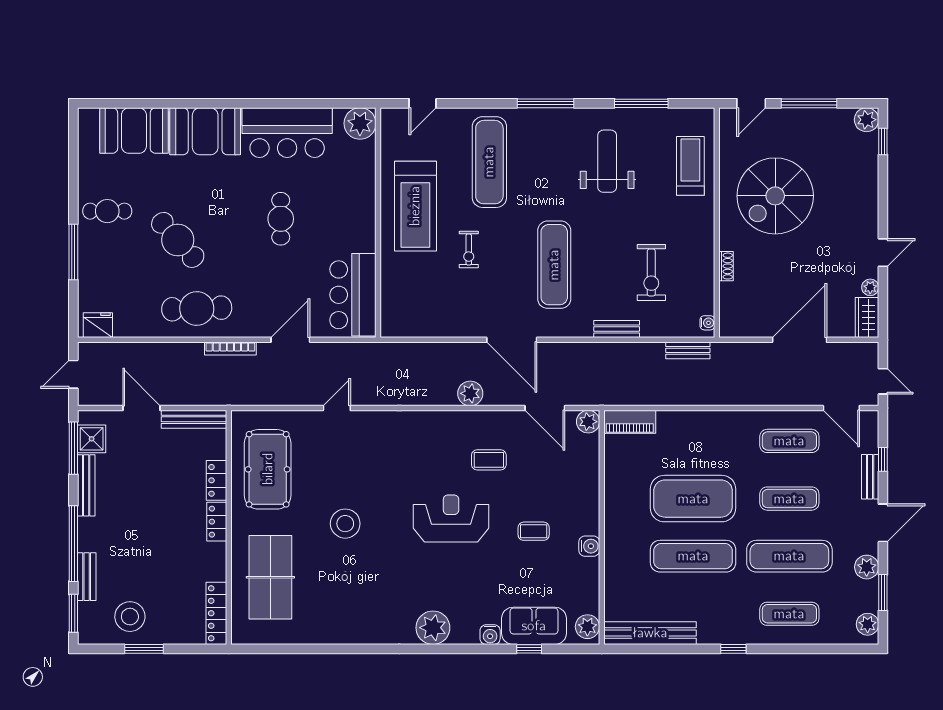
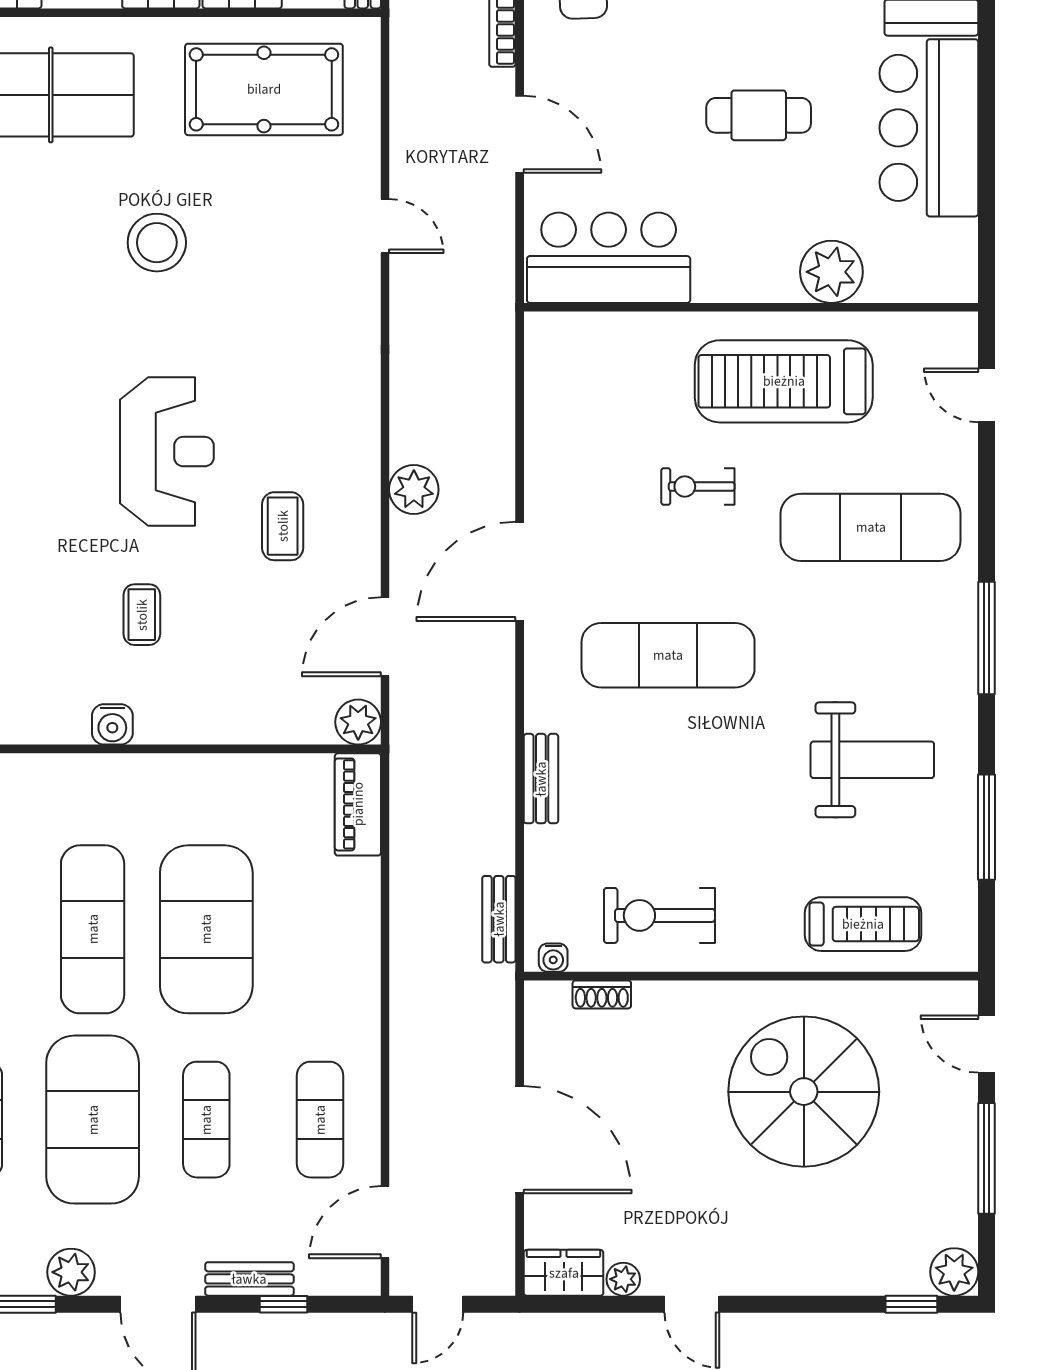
plant: (360, 123) -> (831, 272), moved
shoe rack: (726, 266) -> (602, 994), moved
exercise bike: (651, 273) -> (659, 915), moved
exercise mat: (789, 556) -> (93, 1120), width x1.47

